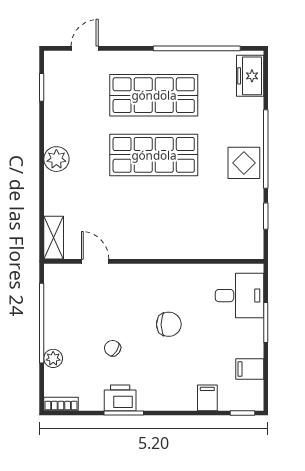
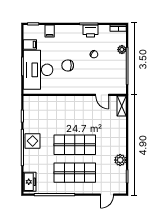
plant: (56, 159) -> (120, 160), moved
desk: (239, 296) -> (38, 70), width x1.87, depth x1.30

